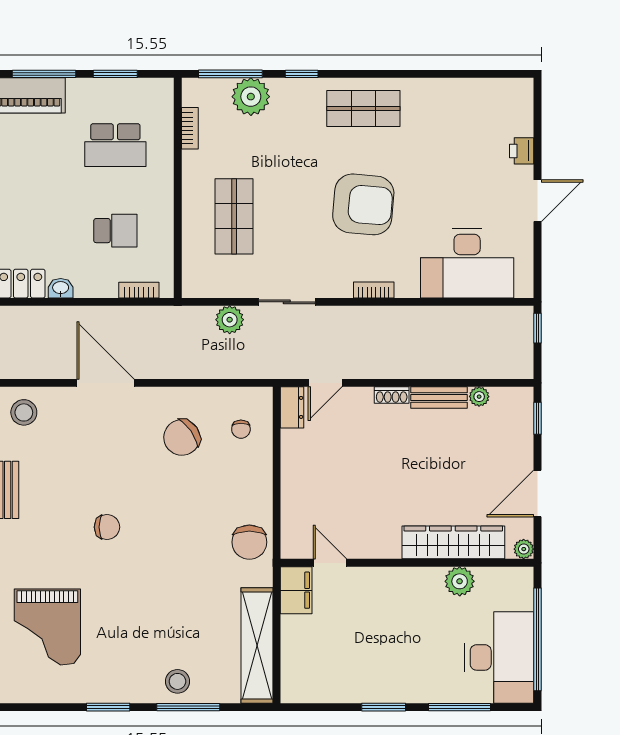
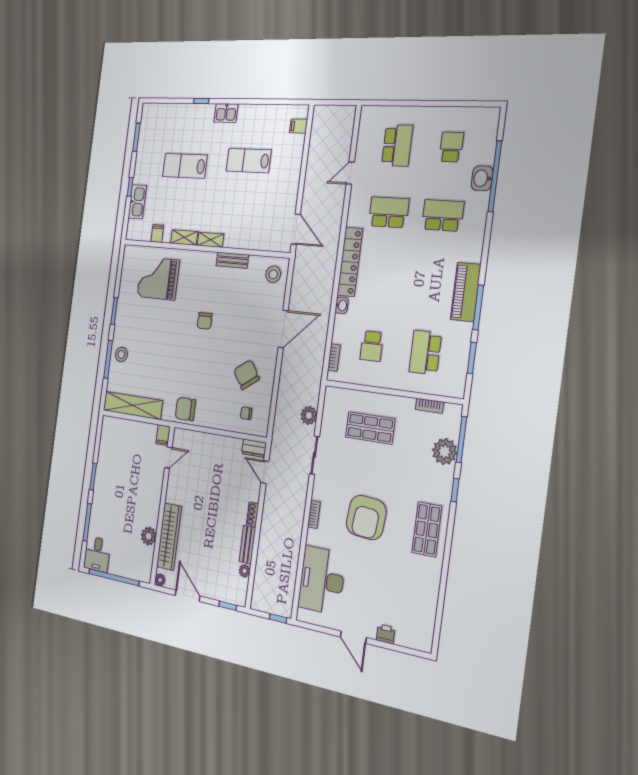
filing cabinet: (296, 590) -> (163, 435), width x0.50
desk: (499, 657) -> (97, 554), width x0.53, depth x0.77

